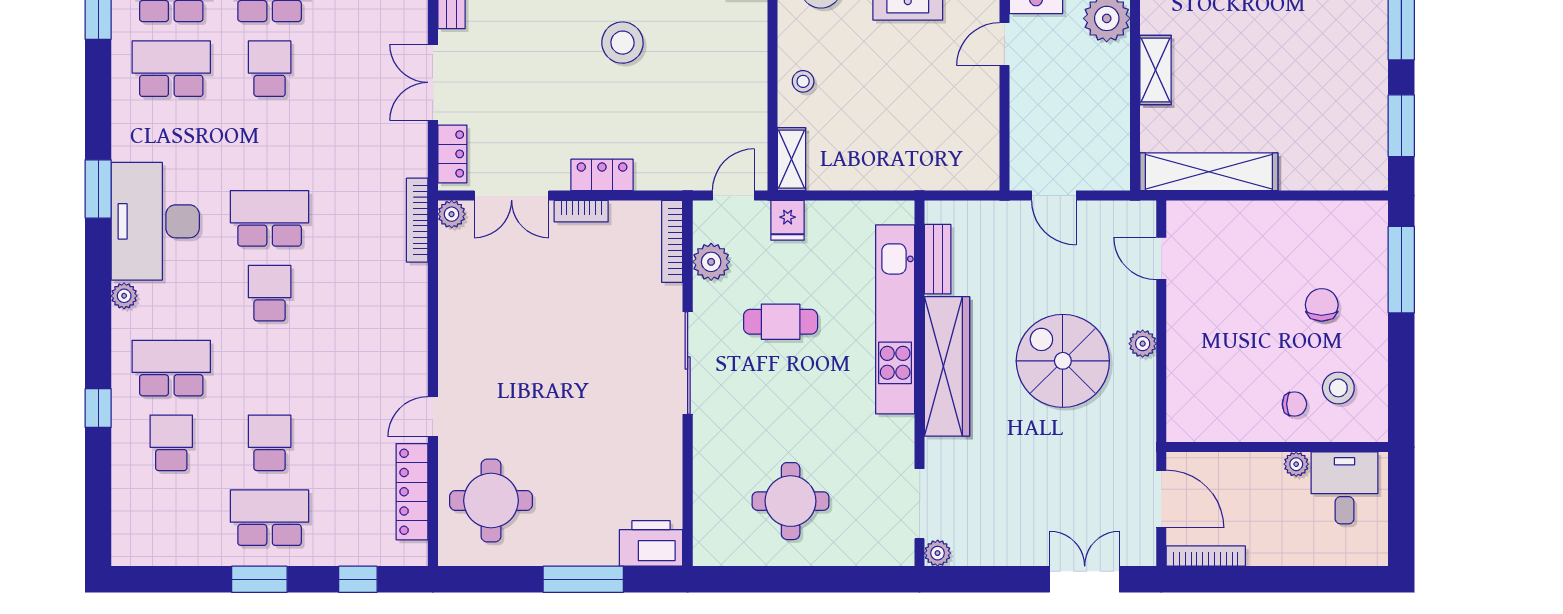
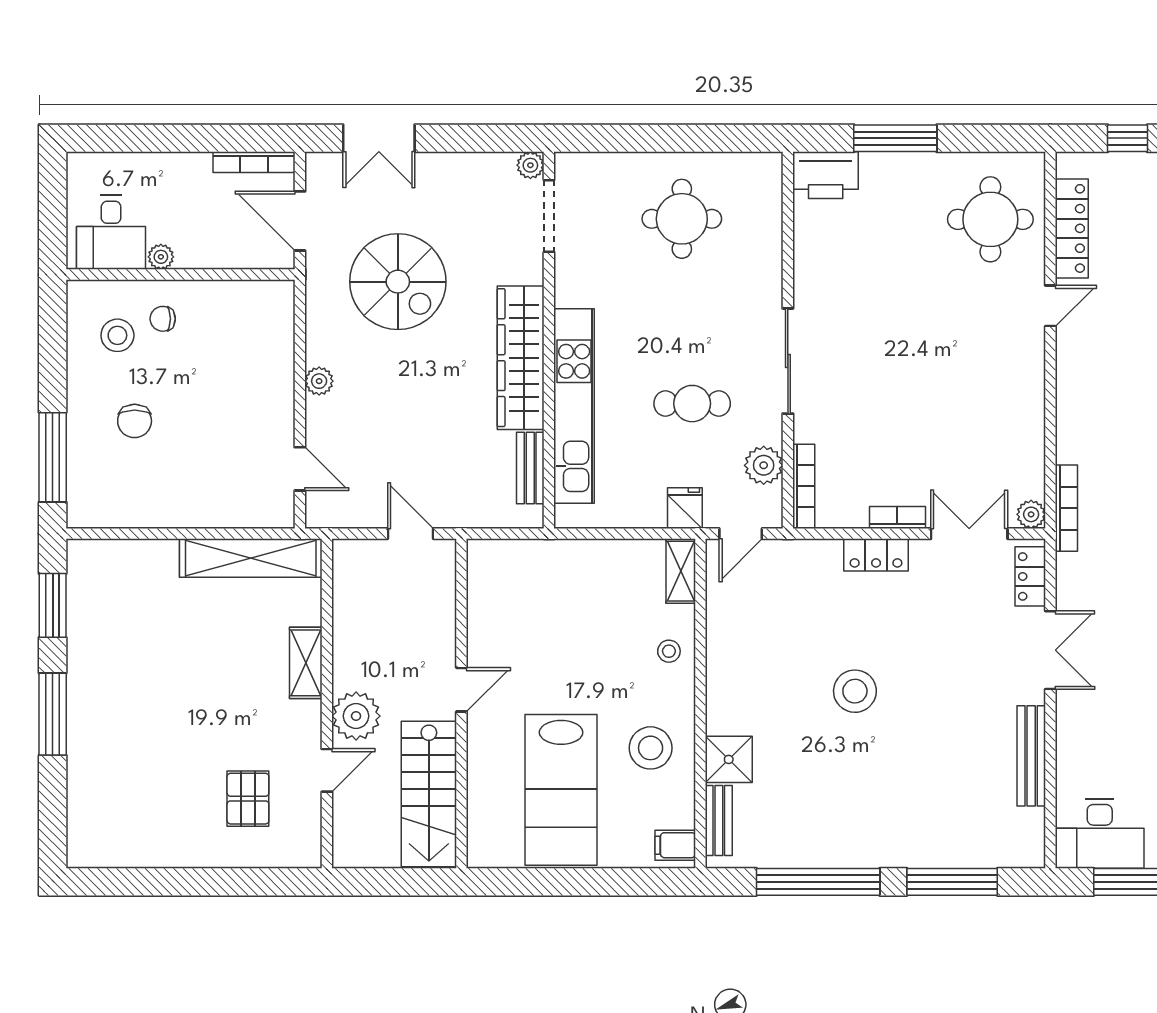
spiral stairs: (1063, 361) -> (398, 282), moved

